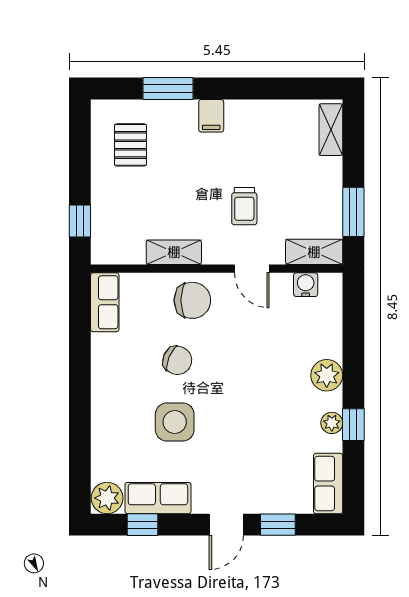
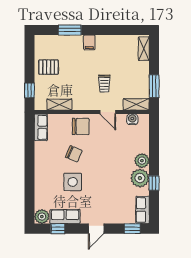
pallet: (130, 145) -> (49, 67), moved, turned 90
shelving: (174, 252) -> (59, 105), moved
plant: (332, 423) -> (140, 178), width x1.87, depth x1.87
window: (278, 525) -> (132, 229), moved

